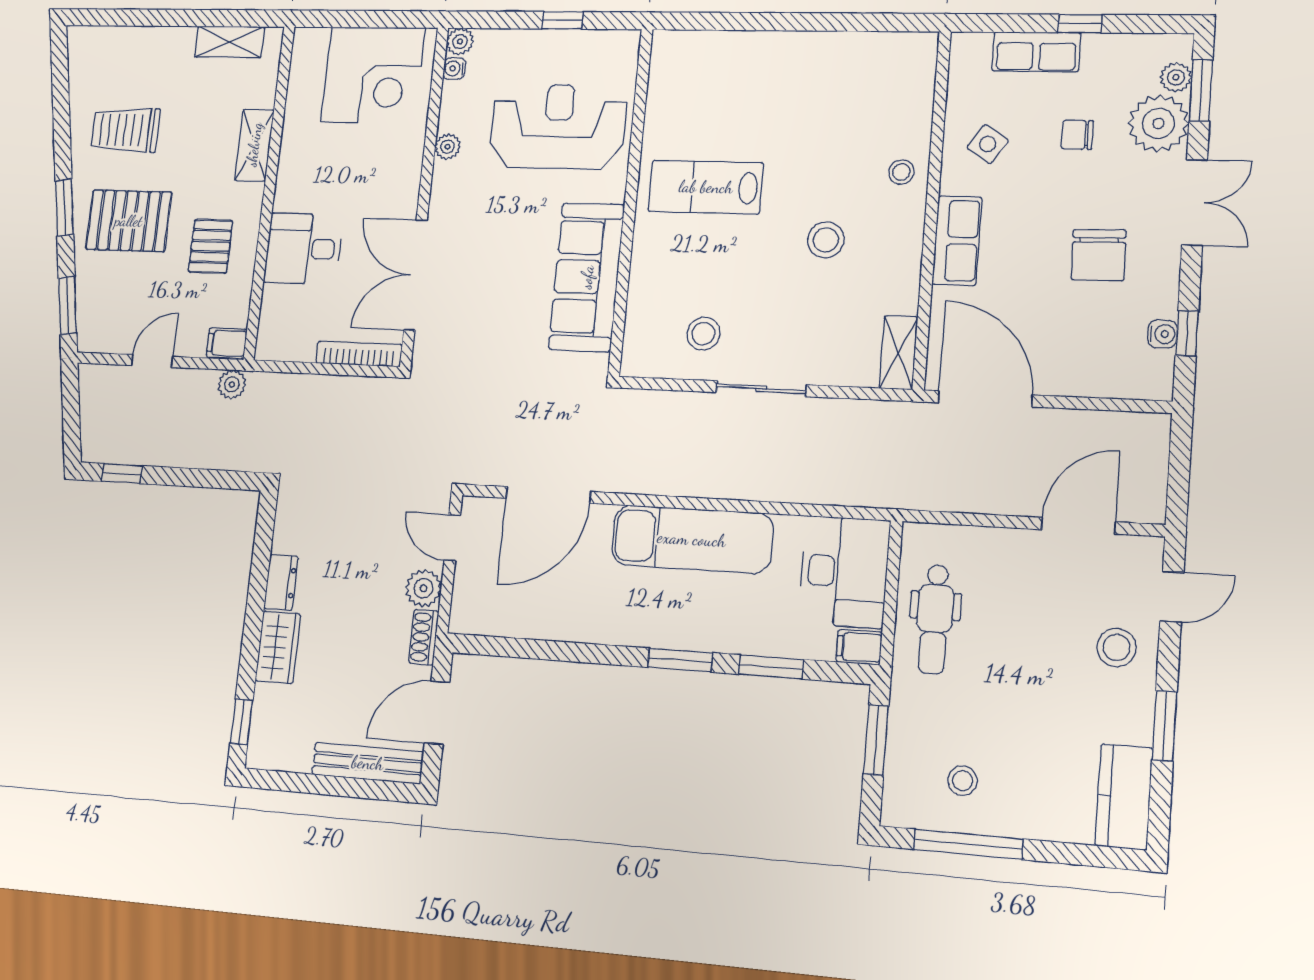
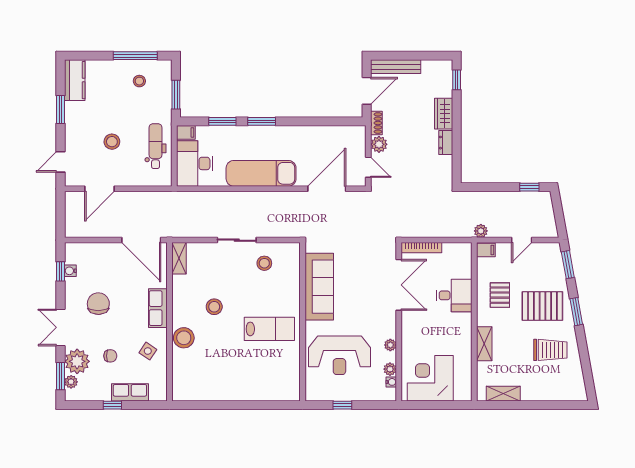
plant: (460, 42) -> (390, 369), moved
stool: (901, 172) -> (184, 338), width x1.89, depth x1.89
stool: (1117, 647) -> (112, 142), moved

